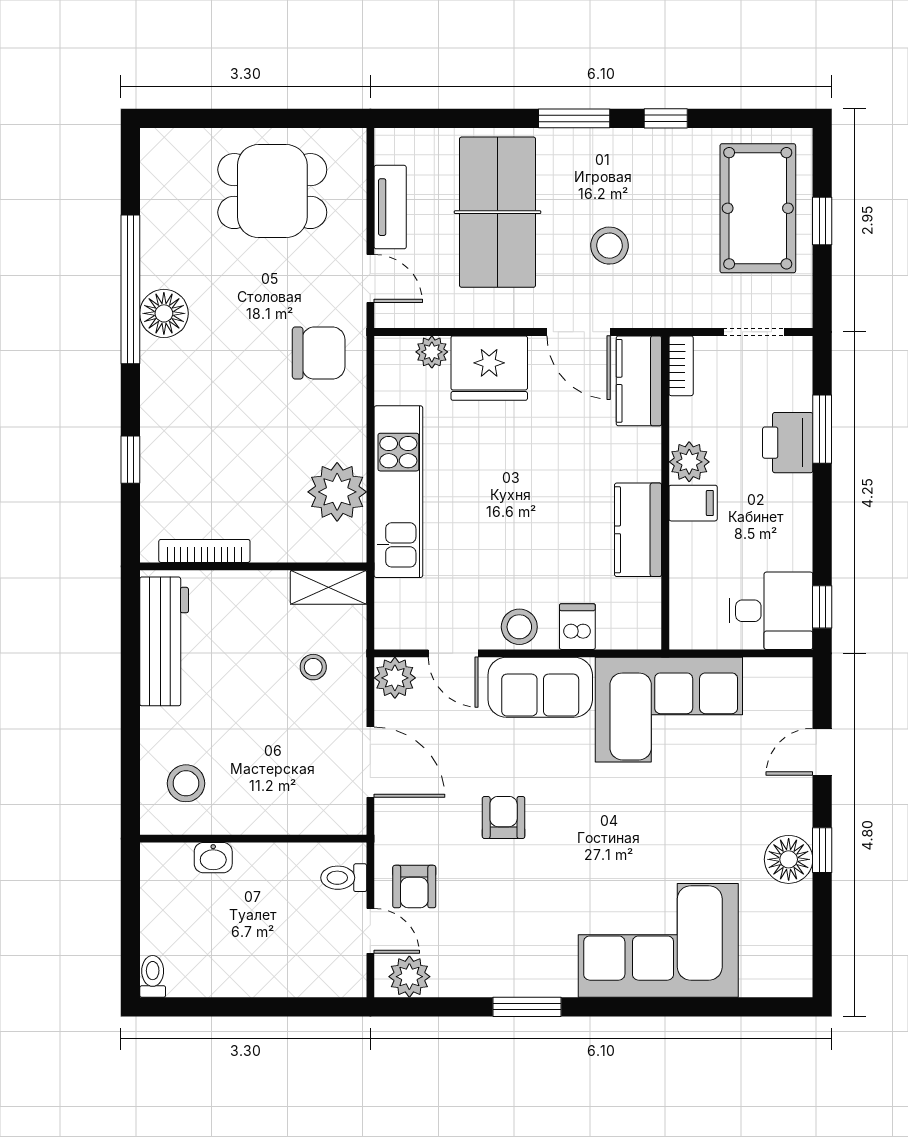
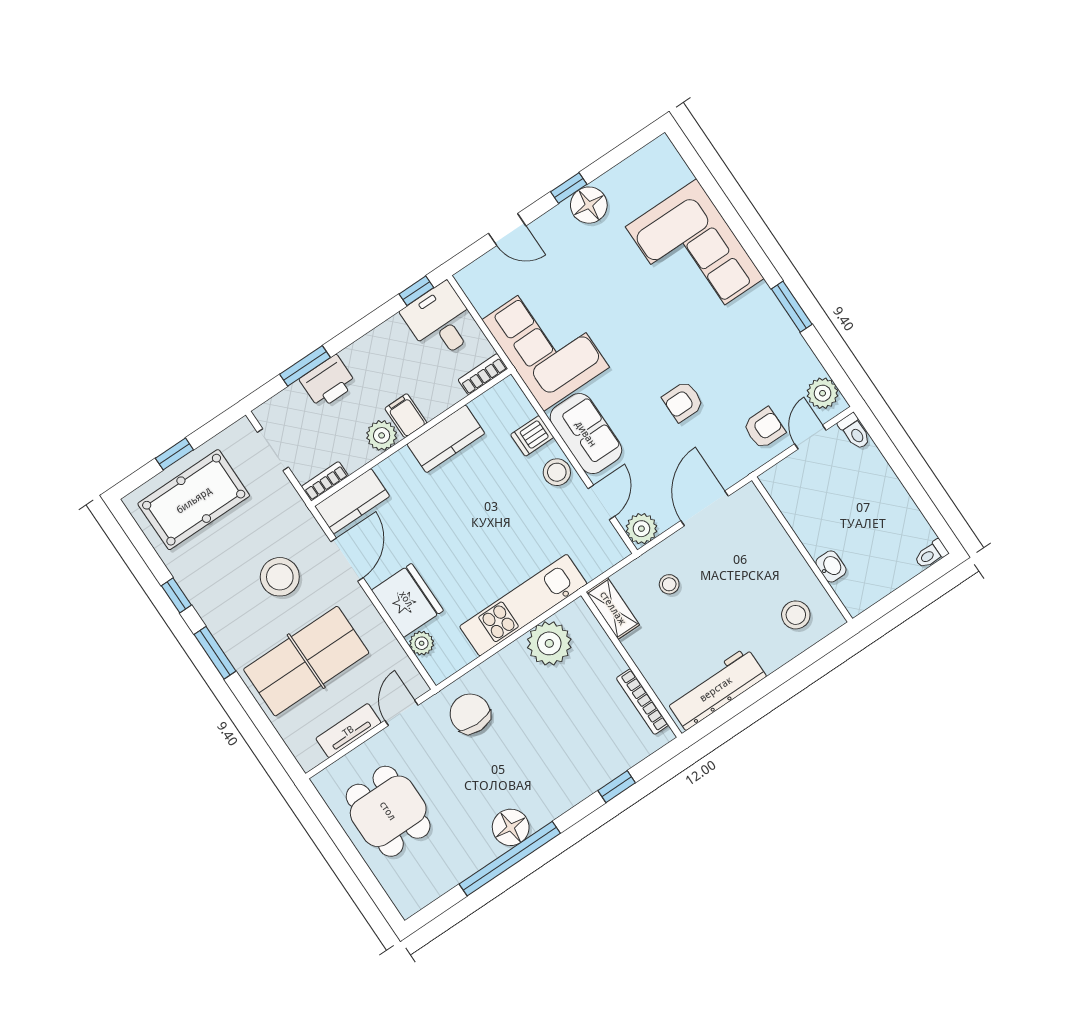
stool: (609, 246) -> (280, 577), width x1.38, depth x1.38
bookcase: (682, 618) -> (483, 374), added
toilet: (344, 878) -> (855, 432), moved

